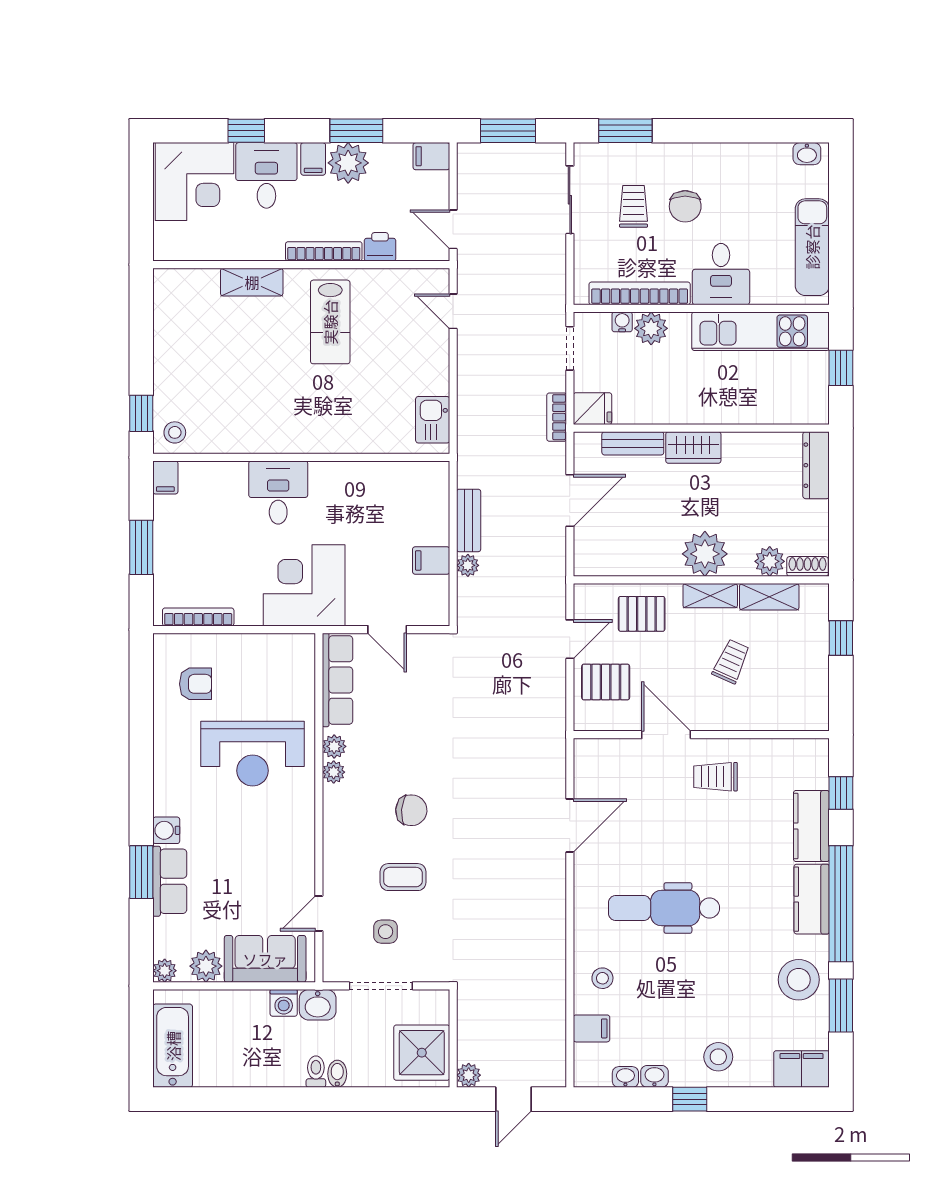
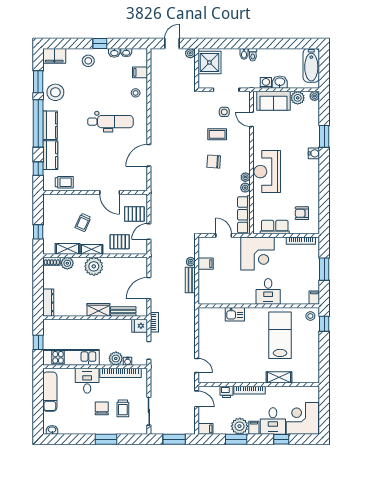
window: (625, 131) -> (106, 439), moved
lab bench: (330, 322) -> (280, 335), moved, width x1.36, depth x1.39
kitchen sink: (433, 420) -> (235, 314), moved, turned 90
reception desk: (253, 754) -> (267, 172), moved, turned -90
trolley: (716, 777) -> (64, 182), moved
row of seats: (170, 881) -> (275, 227), moved, turned 90
door: (319, 913) -> (252, 119), swing flipped
washbasin: (318, 1005) -> (280, 82), moved

